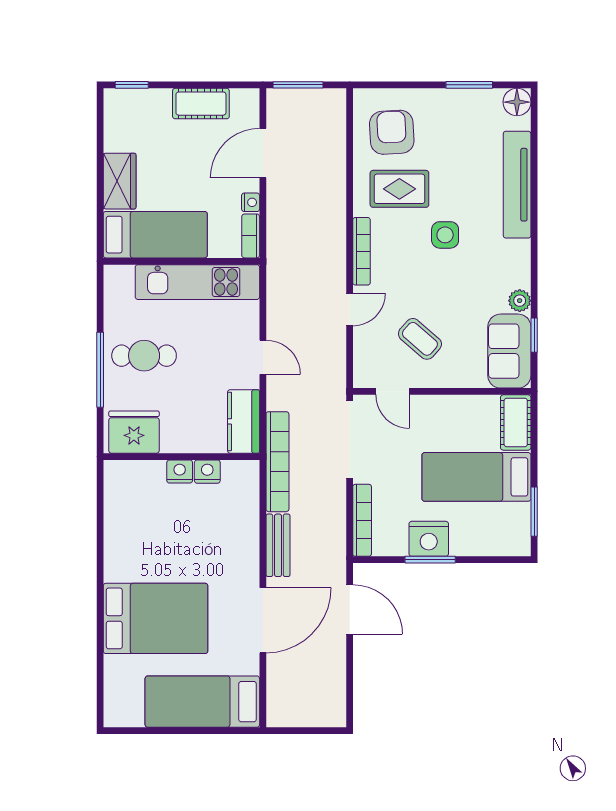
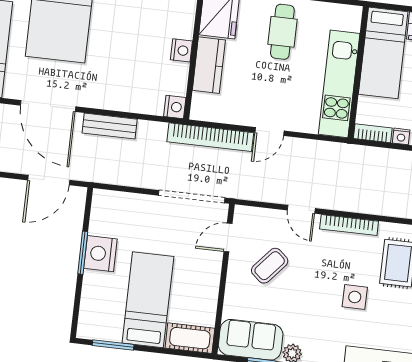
kitchen counter: (244, 421) -> (209, 65), moved, turned 90
bookcase: (277, 462) -> (210, 137), moved
nightstand: (207, 472) -> (175, 107), moved
bookcase: (362, 520) -> (123, 199), removed

